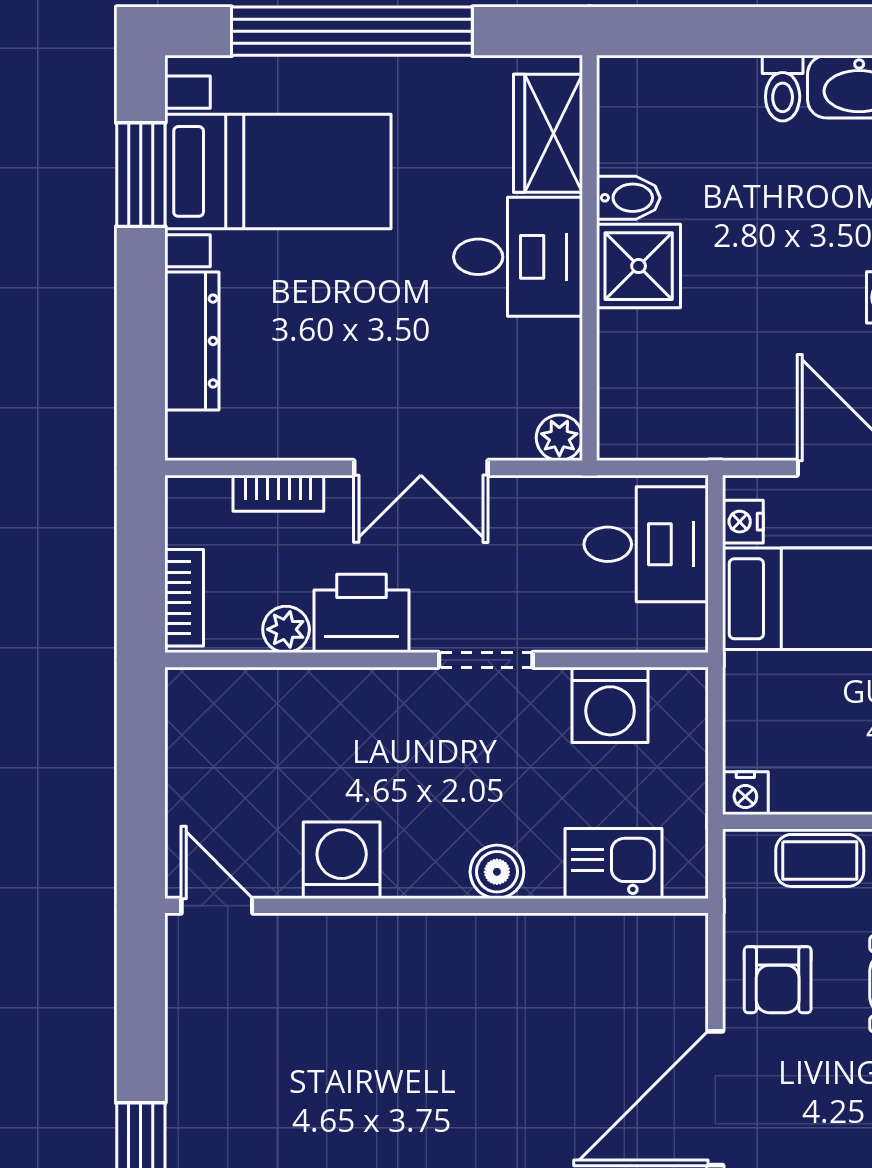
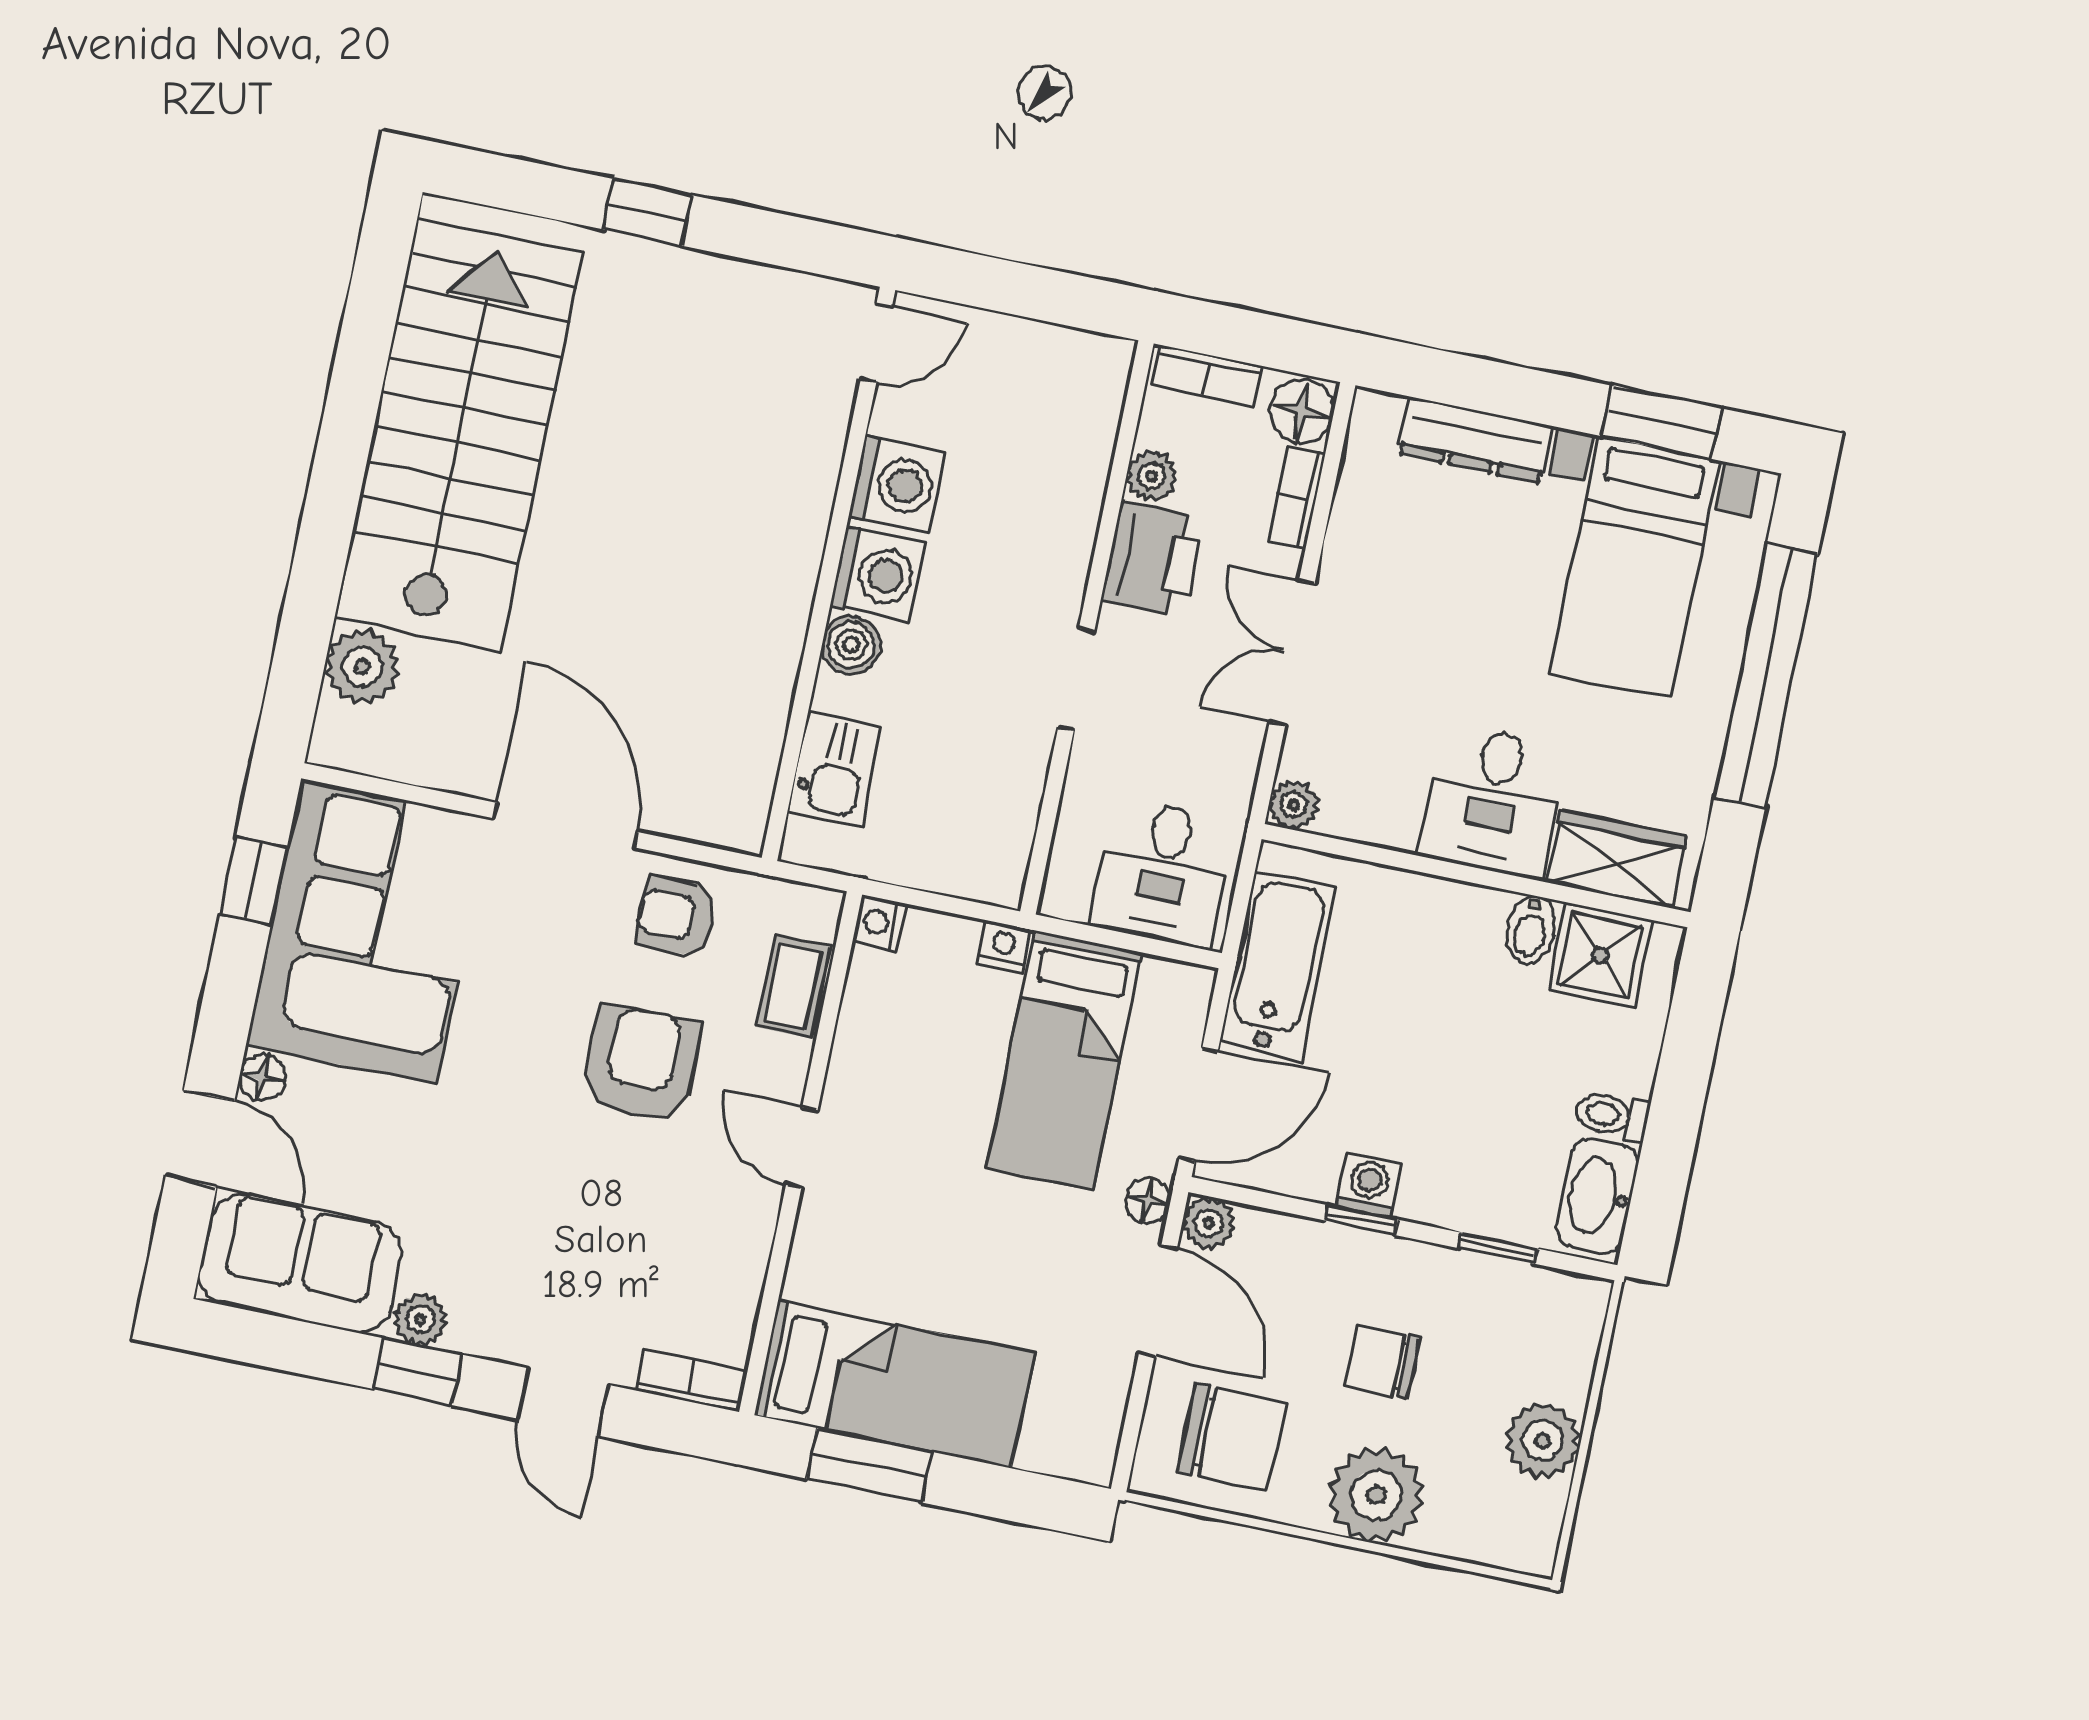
shower: (639, 266) -> (1600, 955), moved
bathtub: (709, 422) -> (1278, 965), added
floor lamp: (199, 505) -> (1302, 411), added
nightstand: (743, 522) -> (1003, 946), moved
washing machine: (610, 705) -> (878, 574), moved, turned 180

